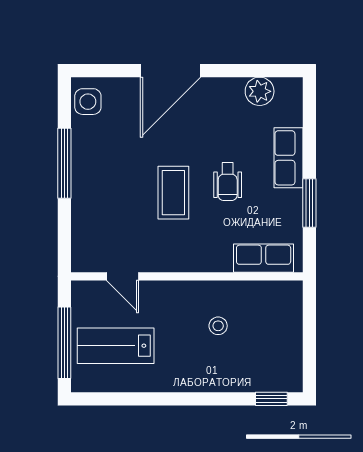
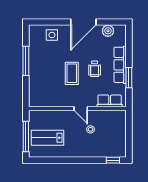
door: (170, 71) -> (83, 22), moved
side table: (88, 102) -> (52, 35), moved
row of seats: (288, 158) -> (120, 65), width x1.48
door: (123, 276) -> (81, 109), moved

